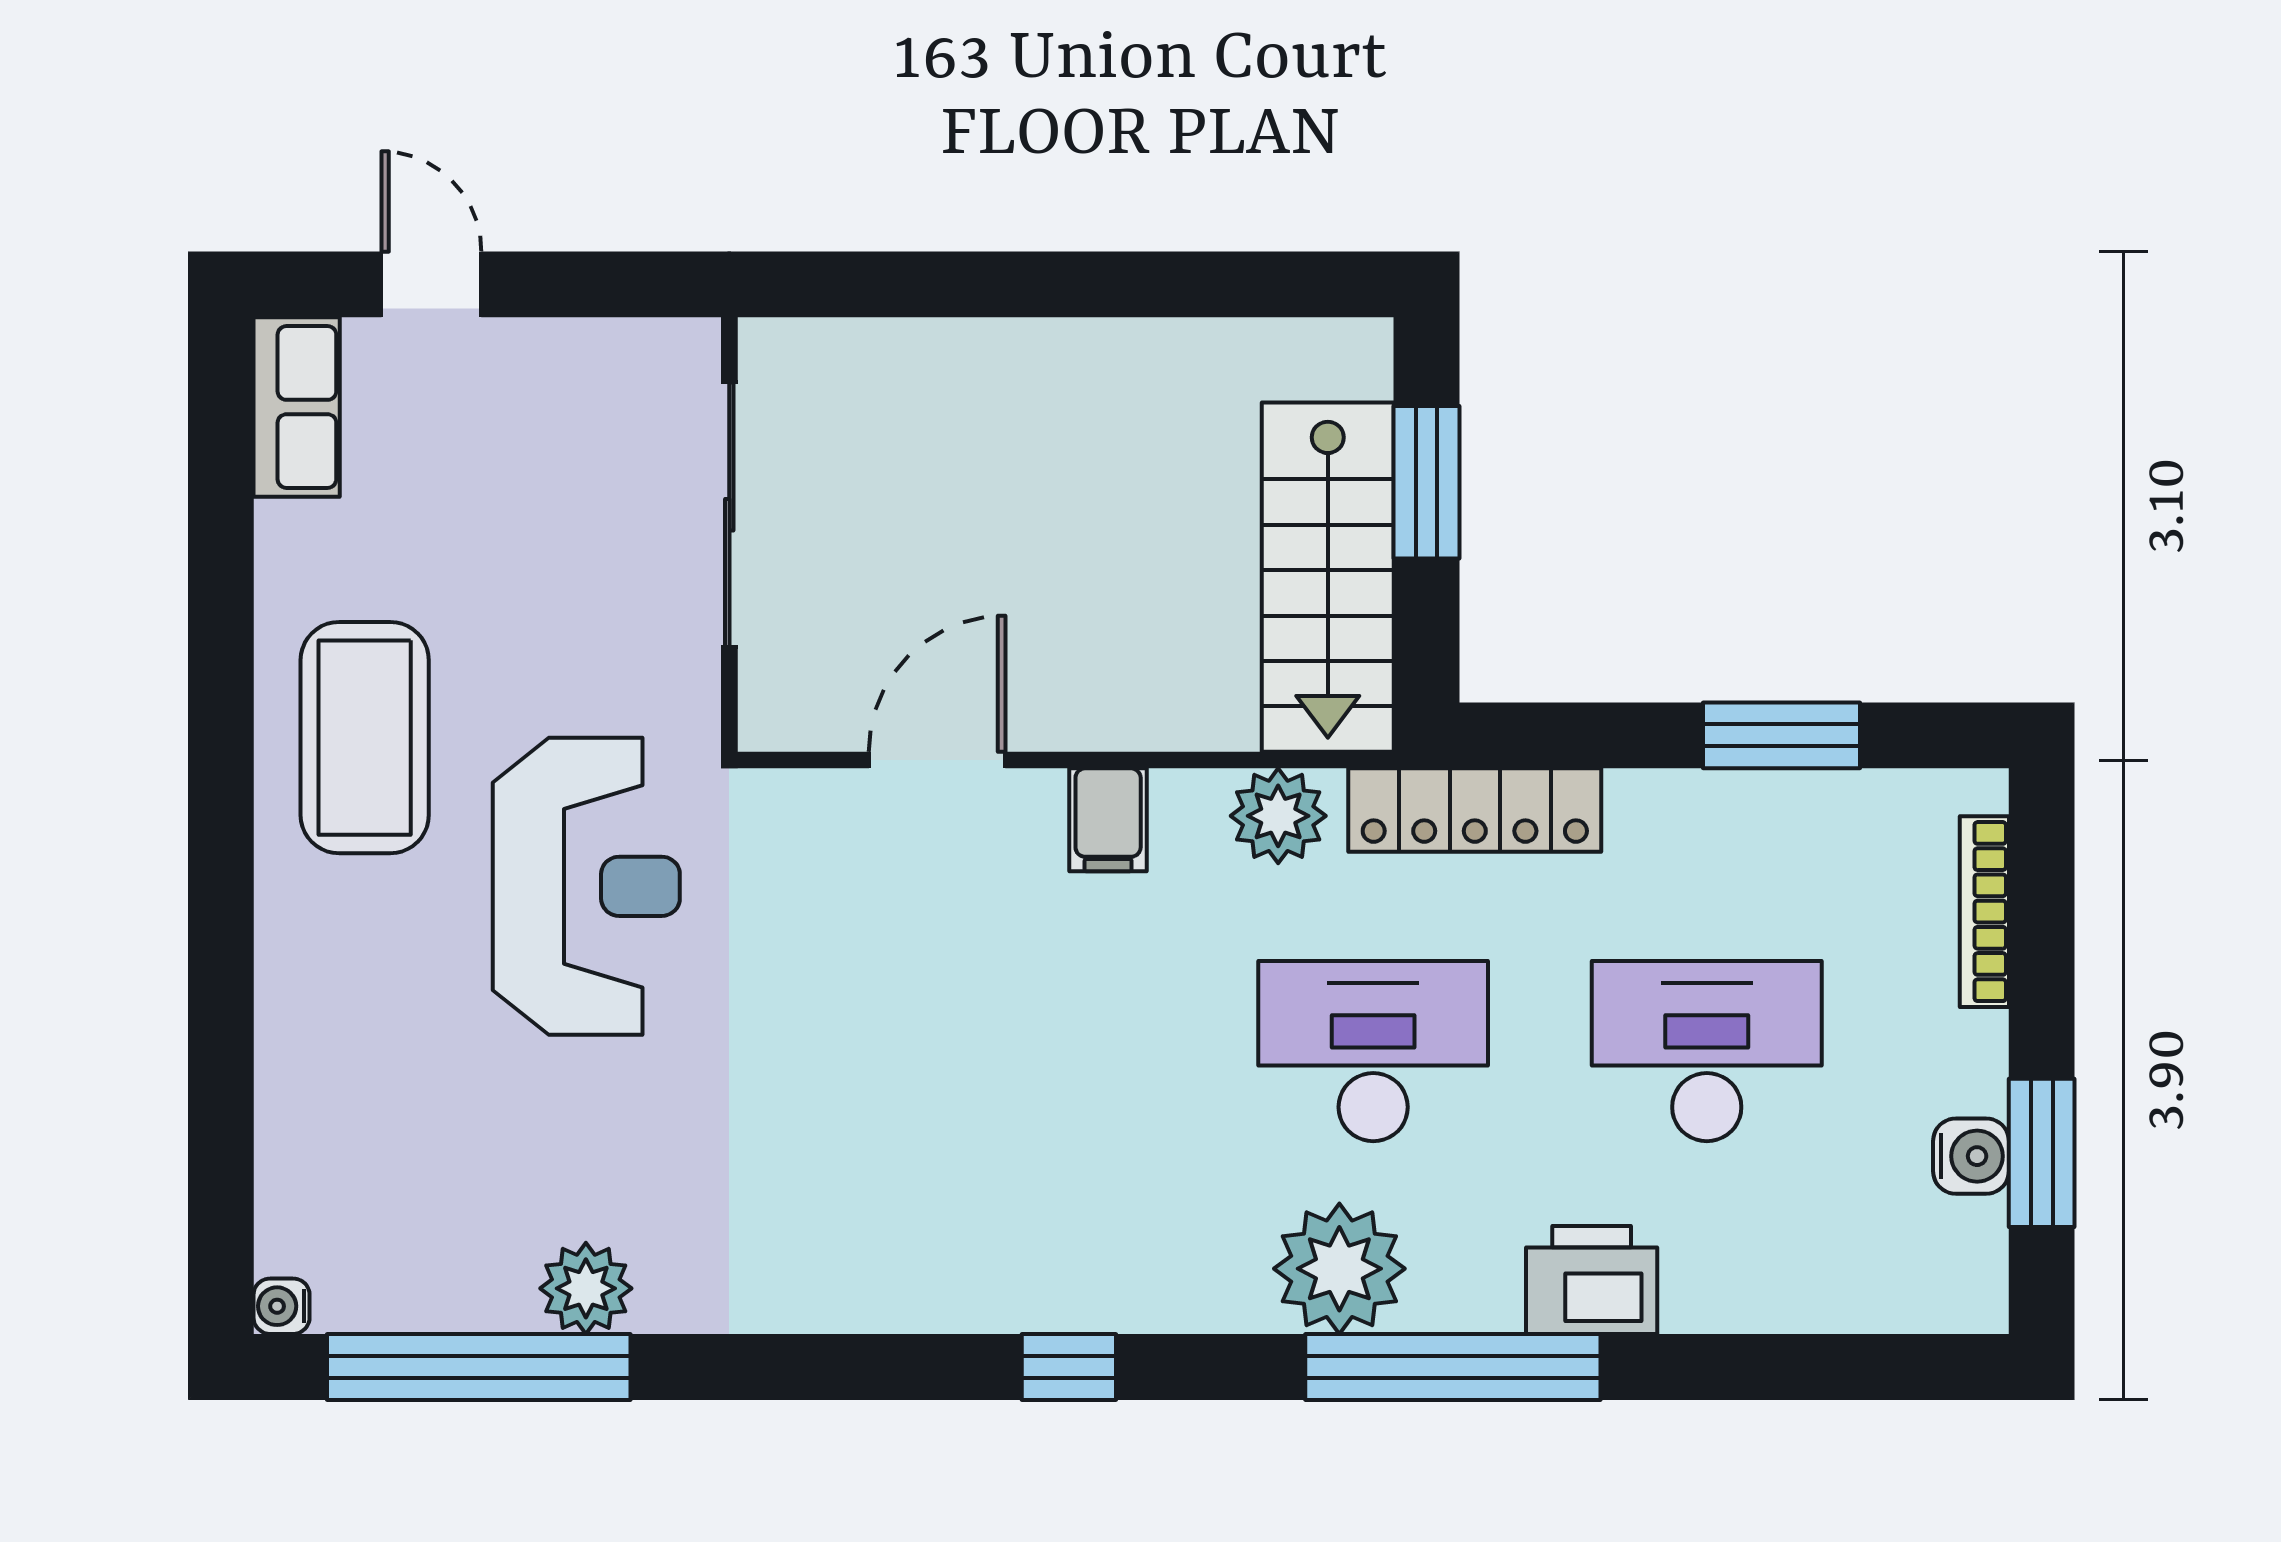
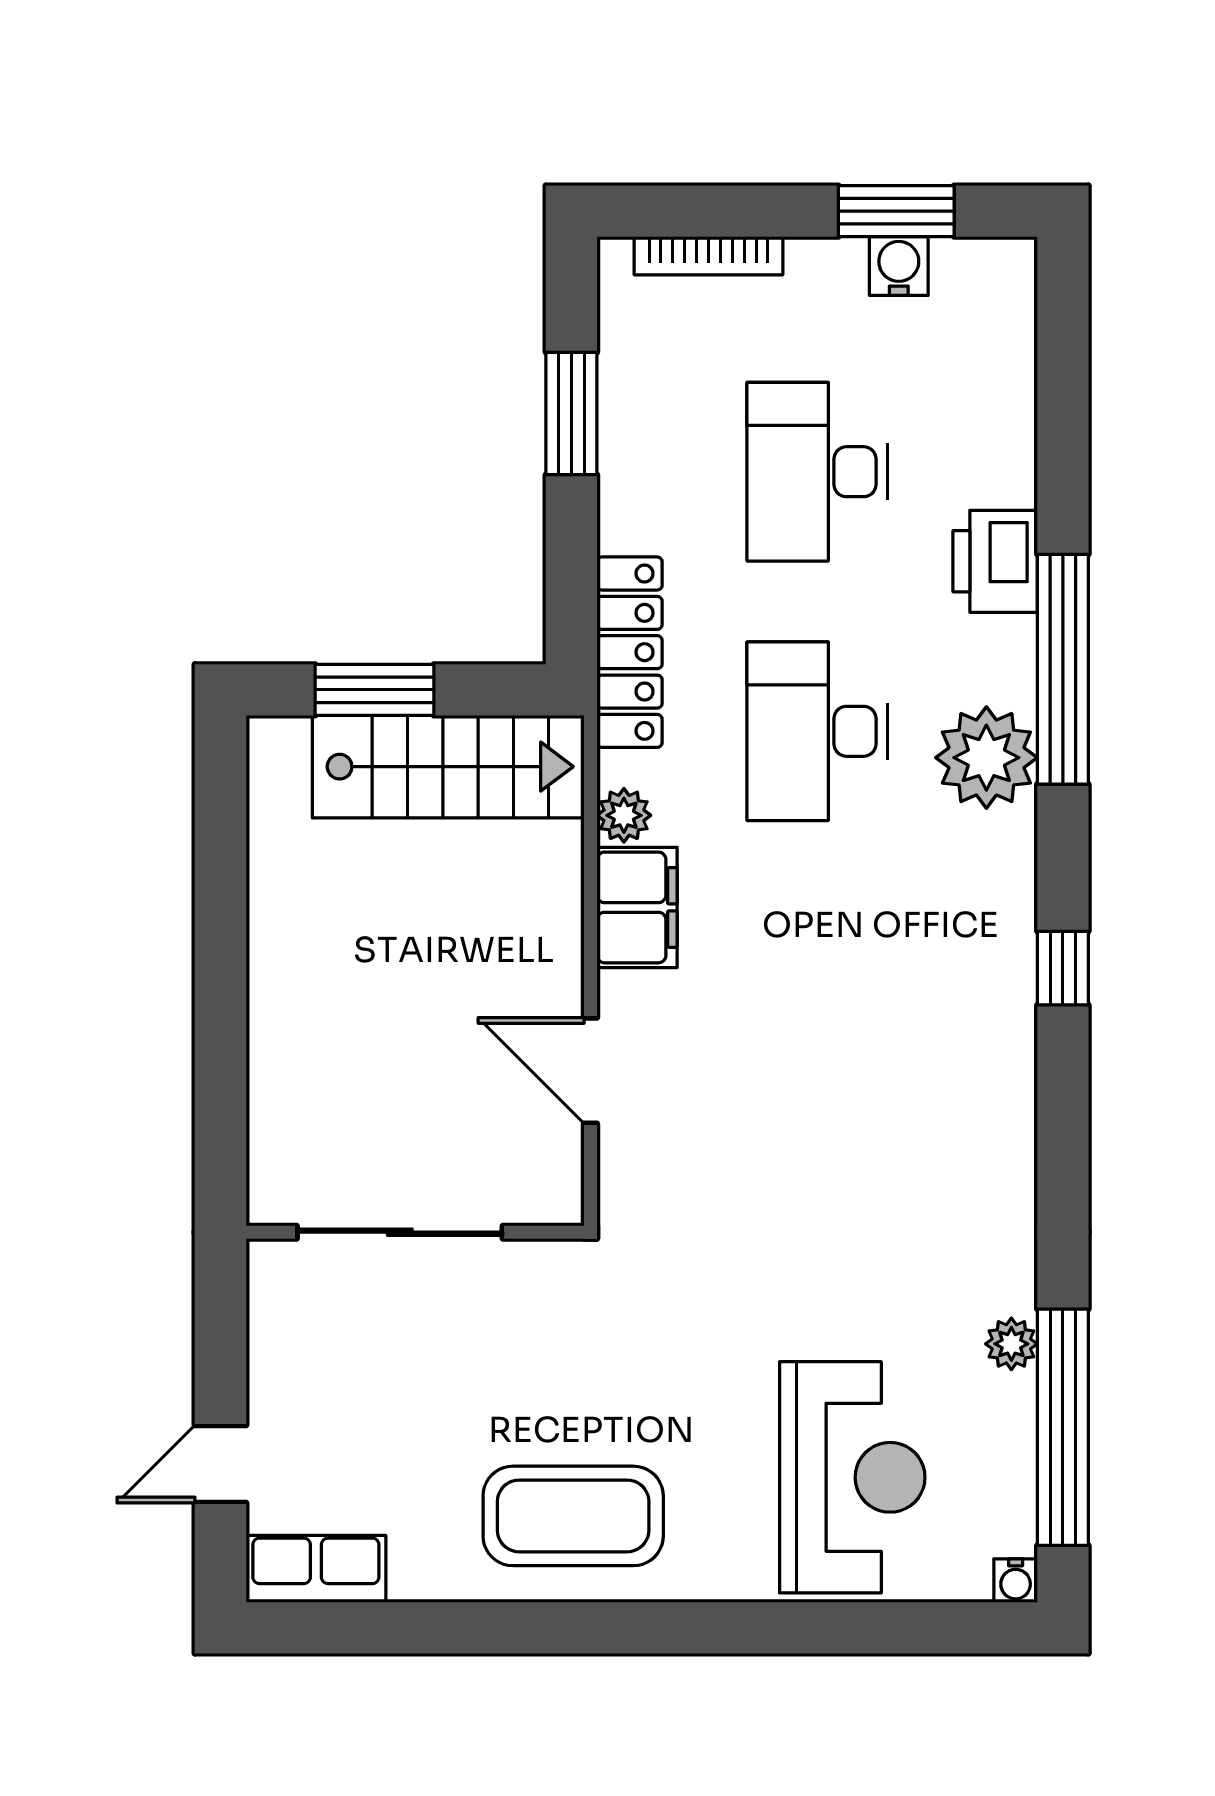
plant: (1278, 816) -> (624, 815), width x0.73, depth x0.73
filing cabinet: (1108, 820) -> (637, 907), width x2.00
reception desk: (586, 886) -> (852, 1477), moved, turned 90
plant: (586, 1288) -> (1011, 1344), width x0.73, depth x0.73

